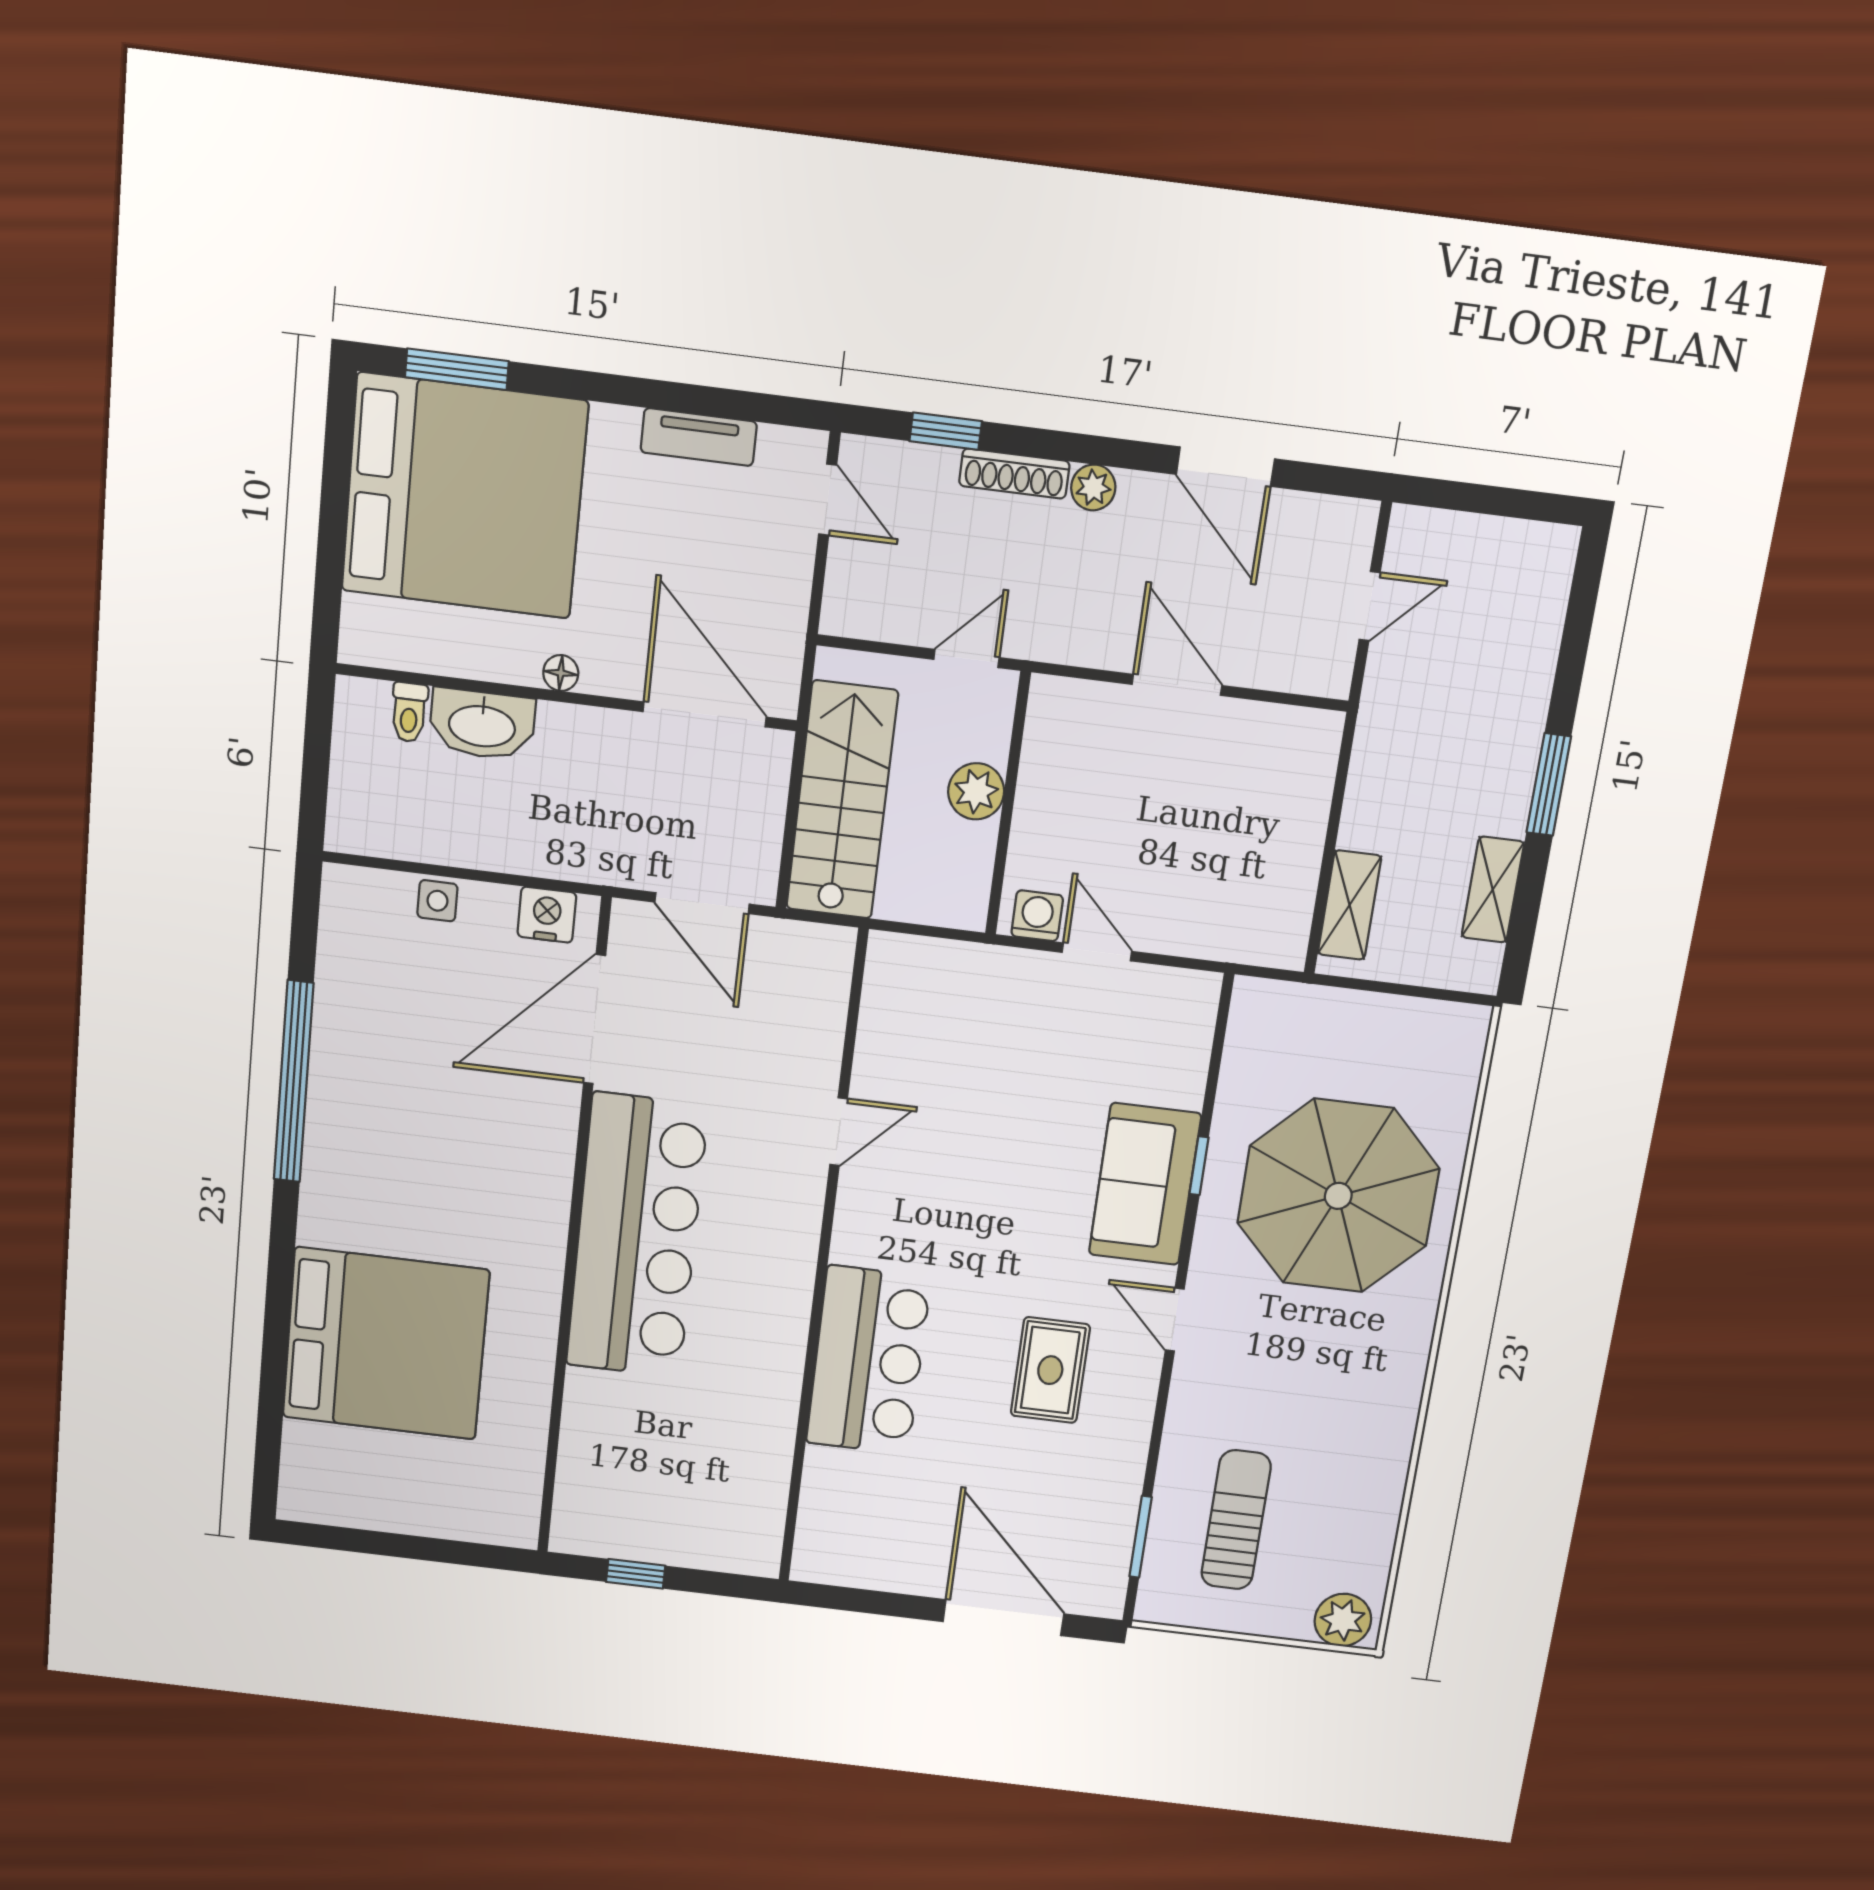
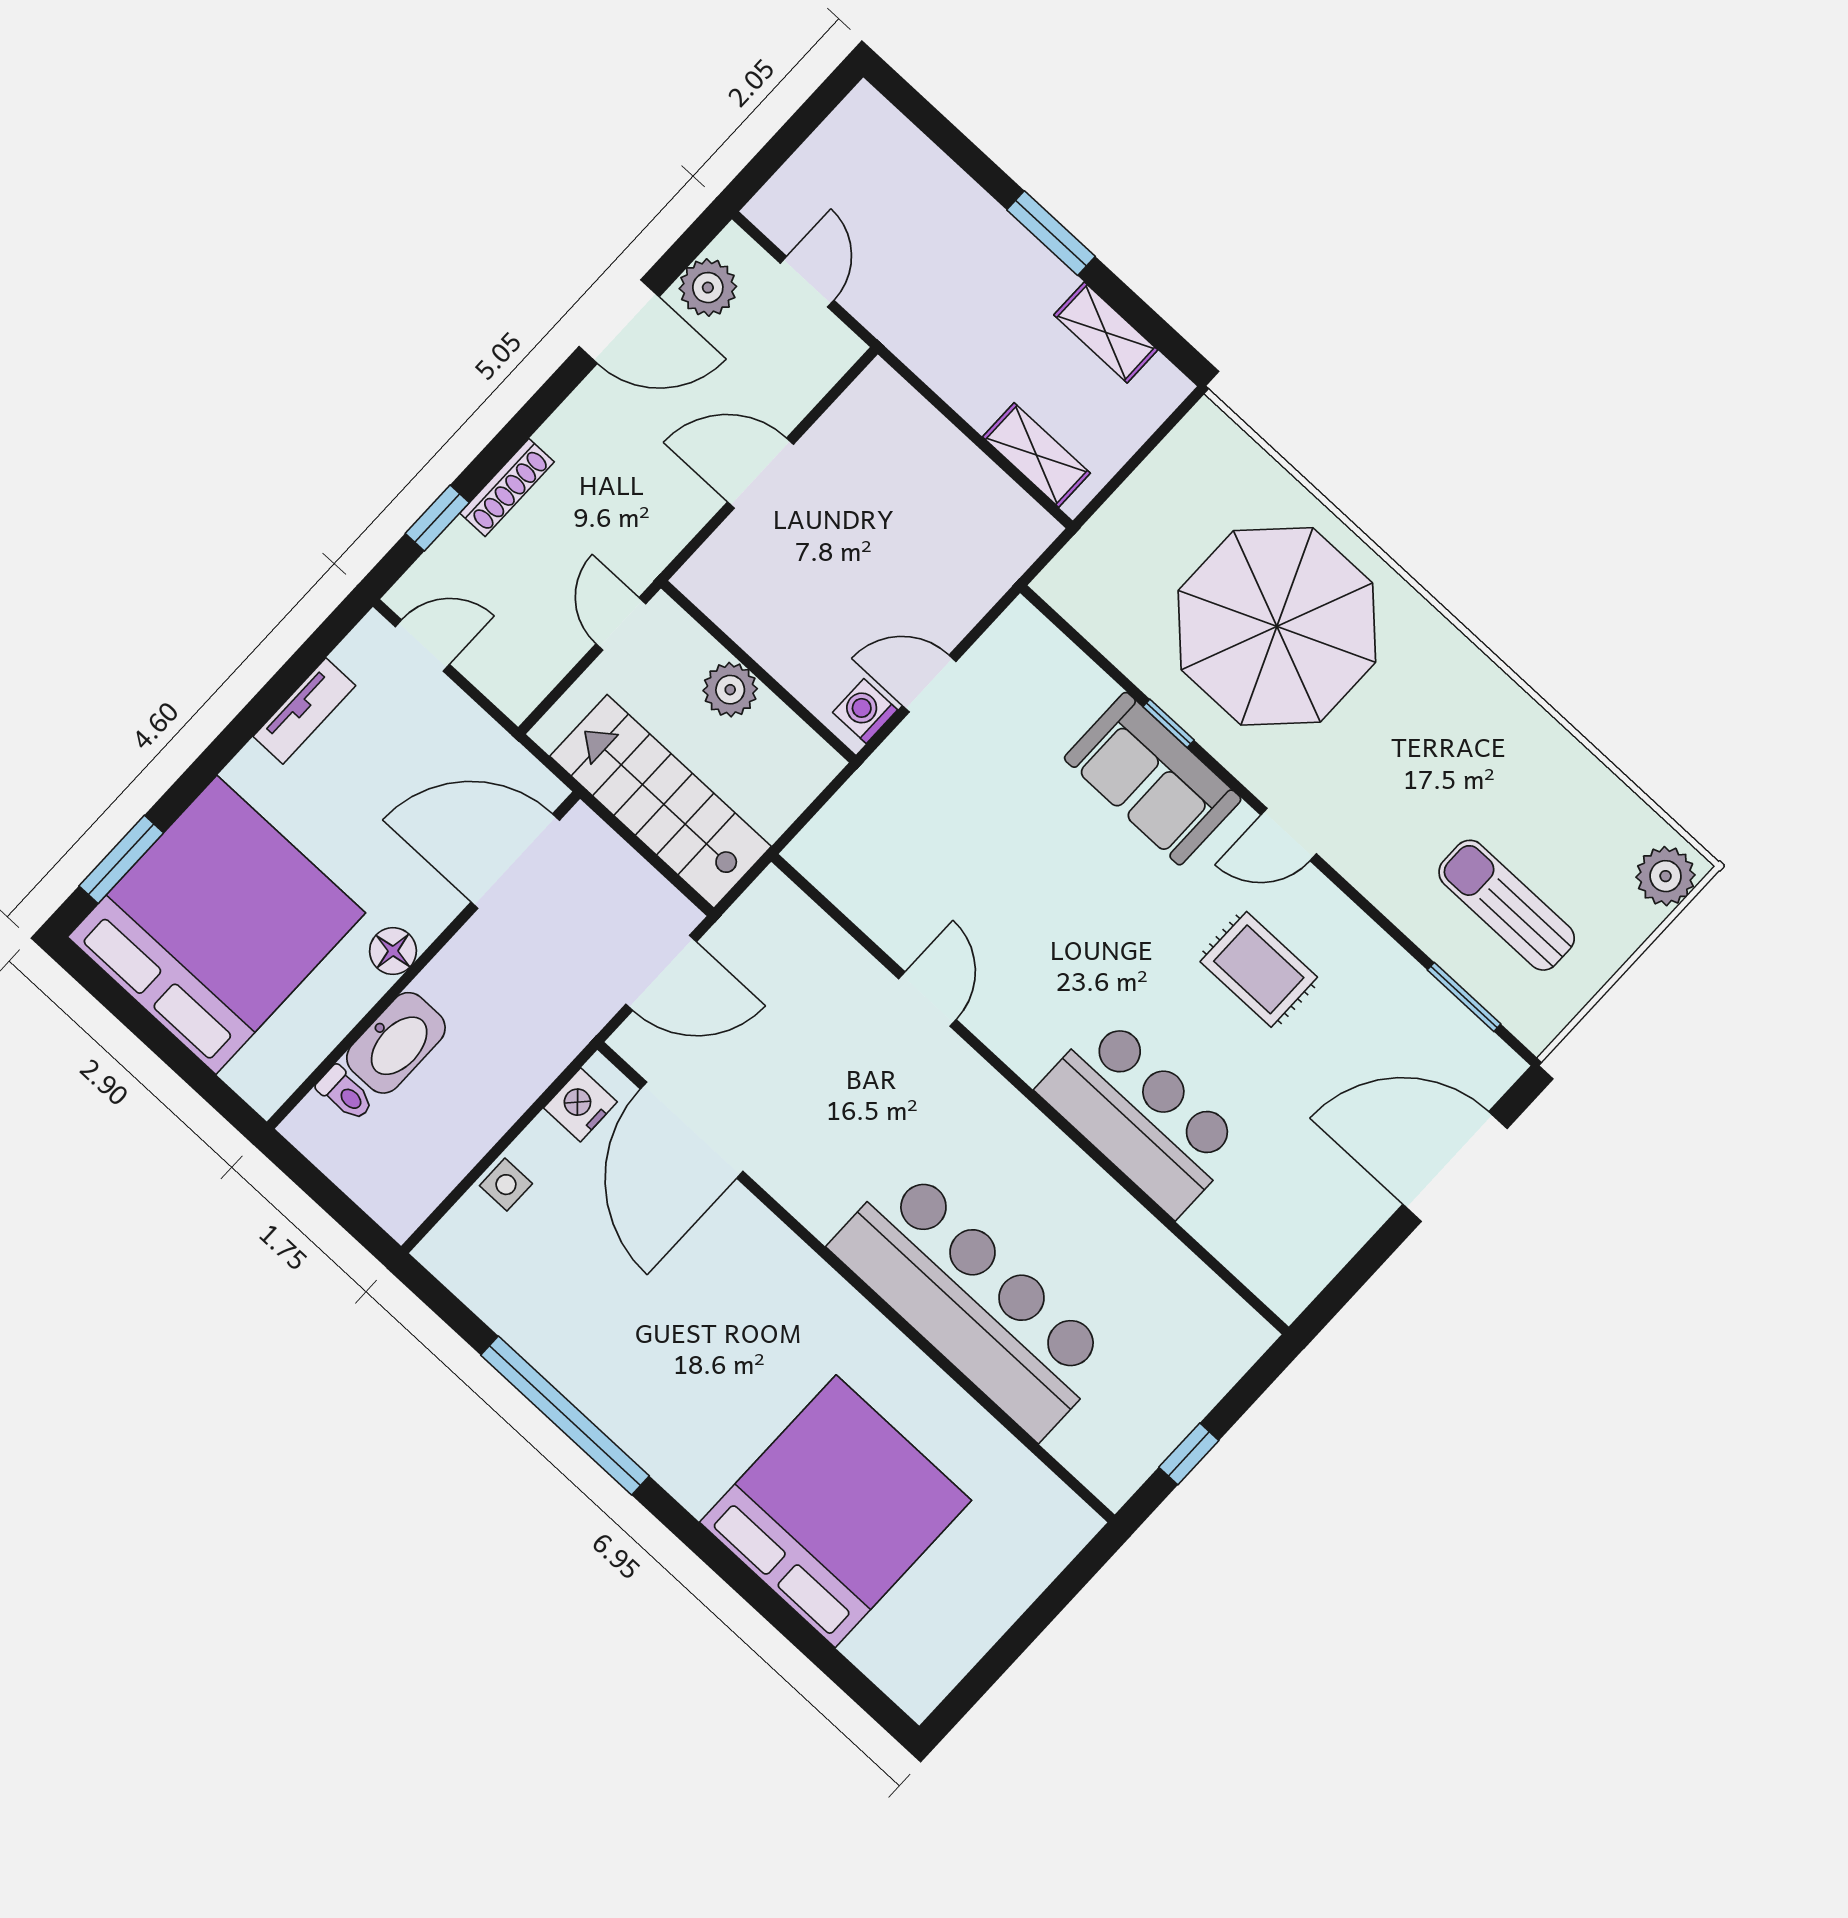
plant: (1093, 488) -> (708, 288), moved, width x1.38, depth x1.38
floor lamp: (561, 673) -> (393, 951), width x1.37, depth x1.37
bar counter: (637, 1236) -> (972, 1302), moved

